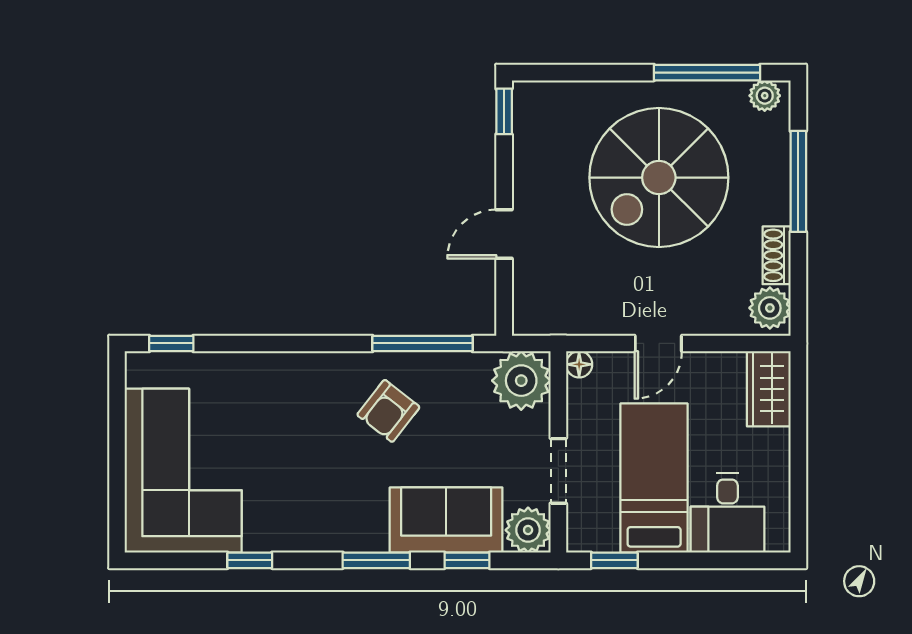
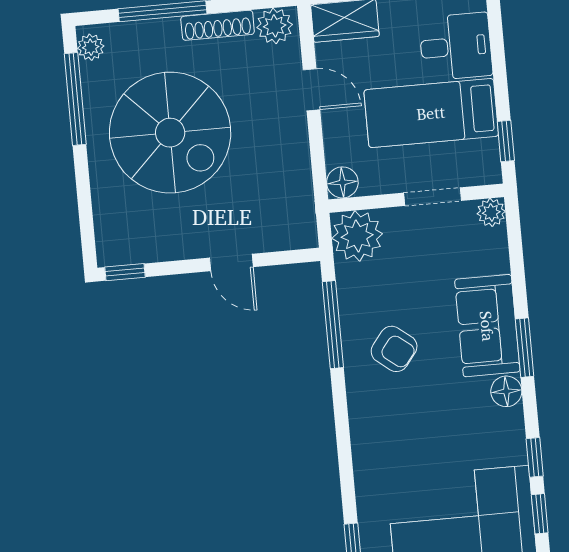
shoe rack: (777, 255) -> (218, 25), width x1.43
door: (658, 343) -> (311, 90), moved
floor lamp: (579, 364) -> (342, 182), width x1.37, depth x1.37
sofa: (446, 520) -> (487, 326), moved
plant: (528, 530) -> (491, 212), width x0.73, depth x0.73
floor lamp: (328, 535) -> (506, 391), added
window: (467, 560) -> (540, 514), moved

